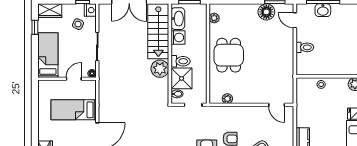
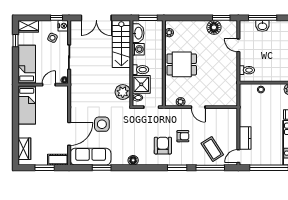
door: (295, 20) -> (238, 45), moved
toilet: (305, 47) -> (247, 70), moved
dining table: (229, 55) -> (182, 64), turned 90
plant: (160, 69) -> (123, 92), moved
door: (277, 105) -> (198, 107), moved
bed: (74, 110) -> (27, 105), moved, turned -90
side table: (136, 125) -> (102, 124), added

